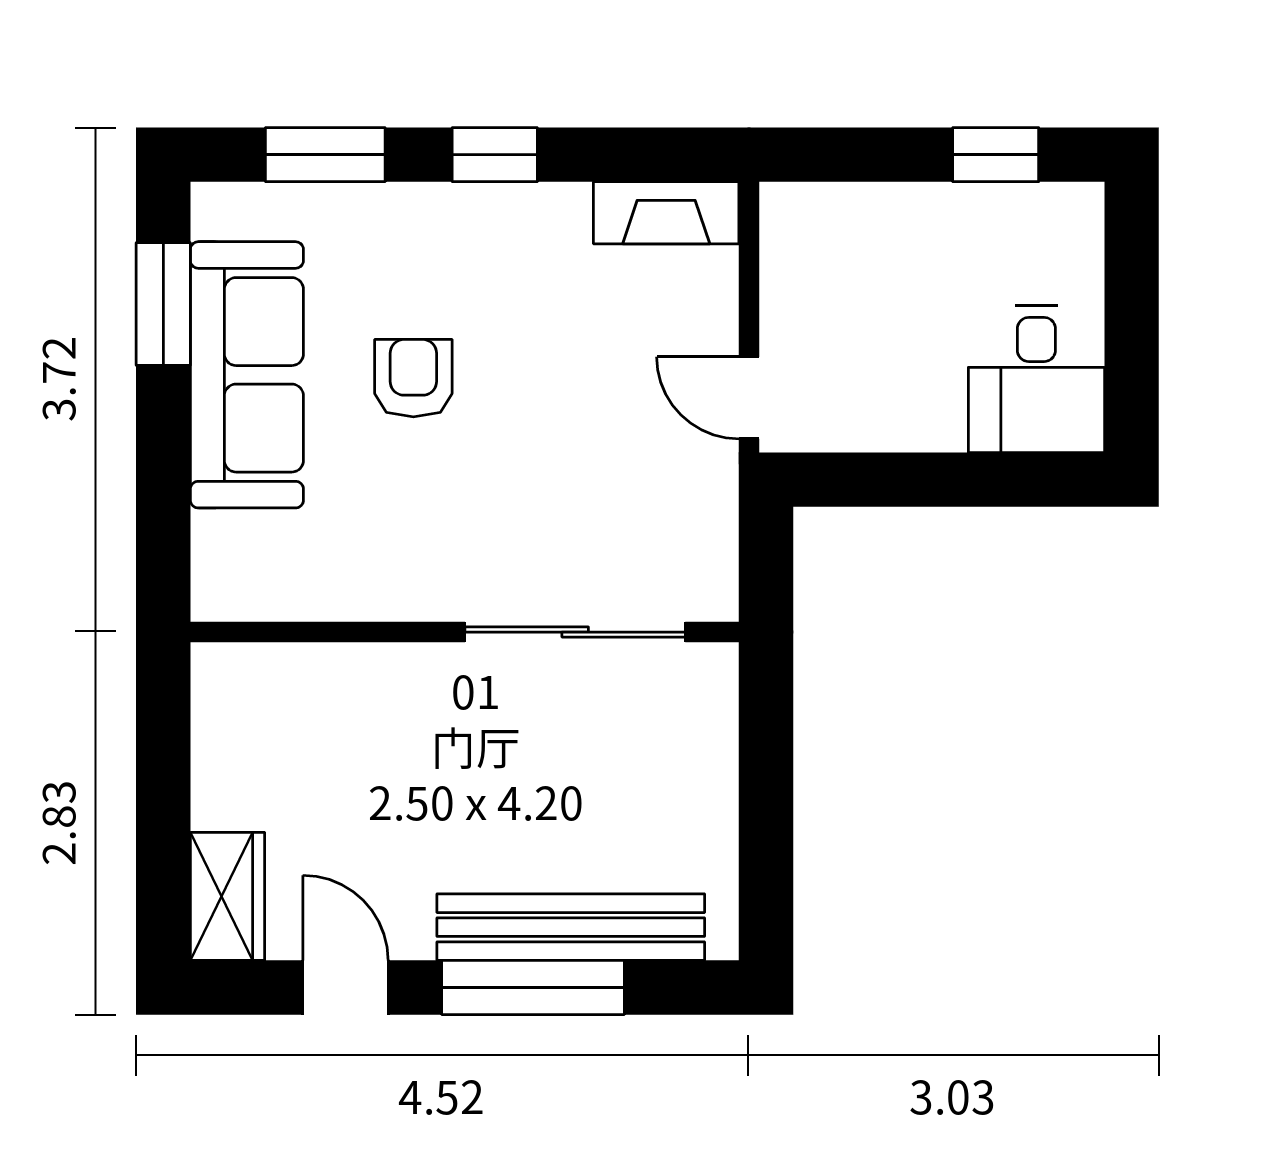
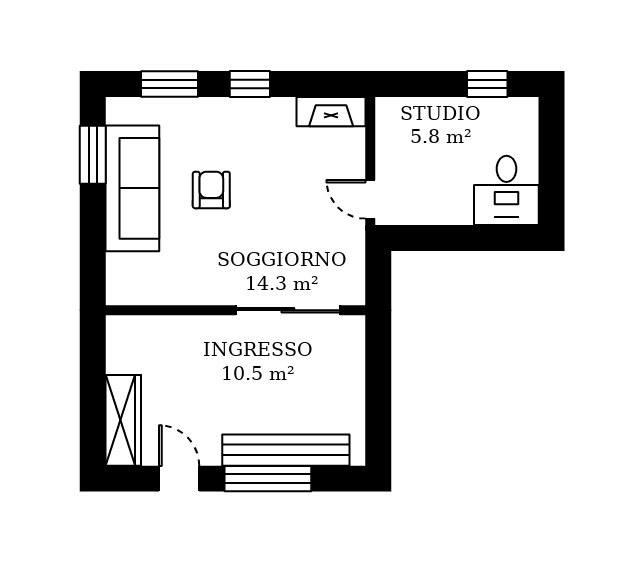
wardrobe: (227, 896) -> (123, 420), width x1.50

